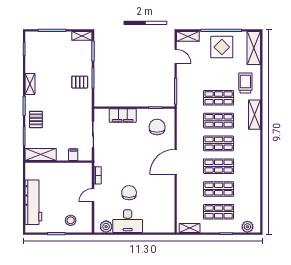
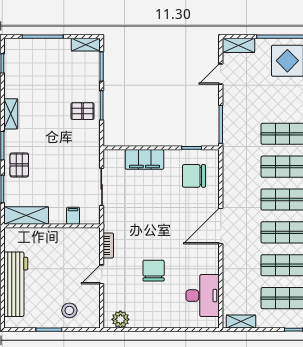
door: (176, 56) -> (221, 74), swing flipped
chair: (157, 127) -> (194, 176), turned -90
desk: (128, 221) -> (203, 296), moved, turned -90

